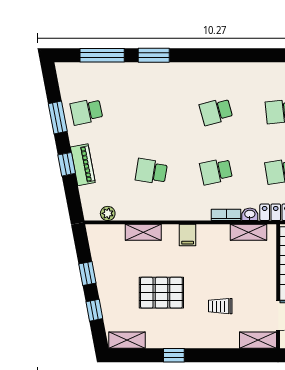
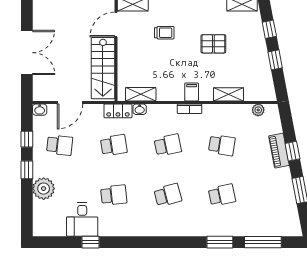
school desk: (86, 112) -> (222, 195), moved
bookcase: (226, 215) -> (190, 109), moved
pallet: (161, 293) -> (213, 44), width x0.67, depth x0.71

